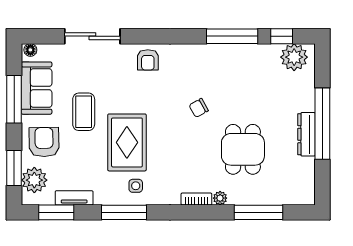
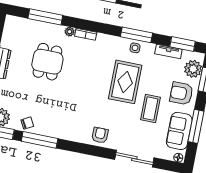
chair: (199, 108) -> (27, 123), moved
armchair: (44, 142) -> (181, 93), turned 91
side table: (136, 186) -> (135, 48), moved

